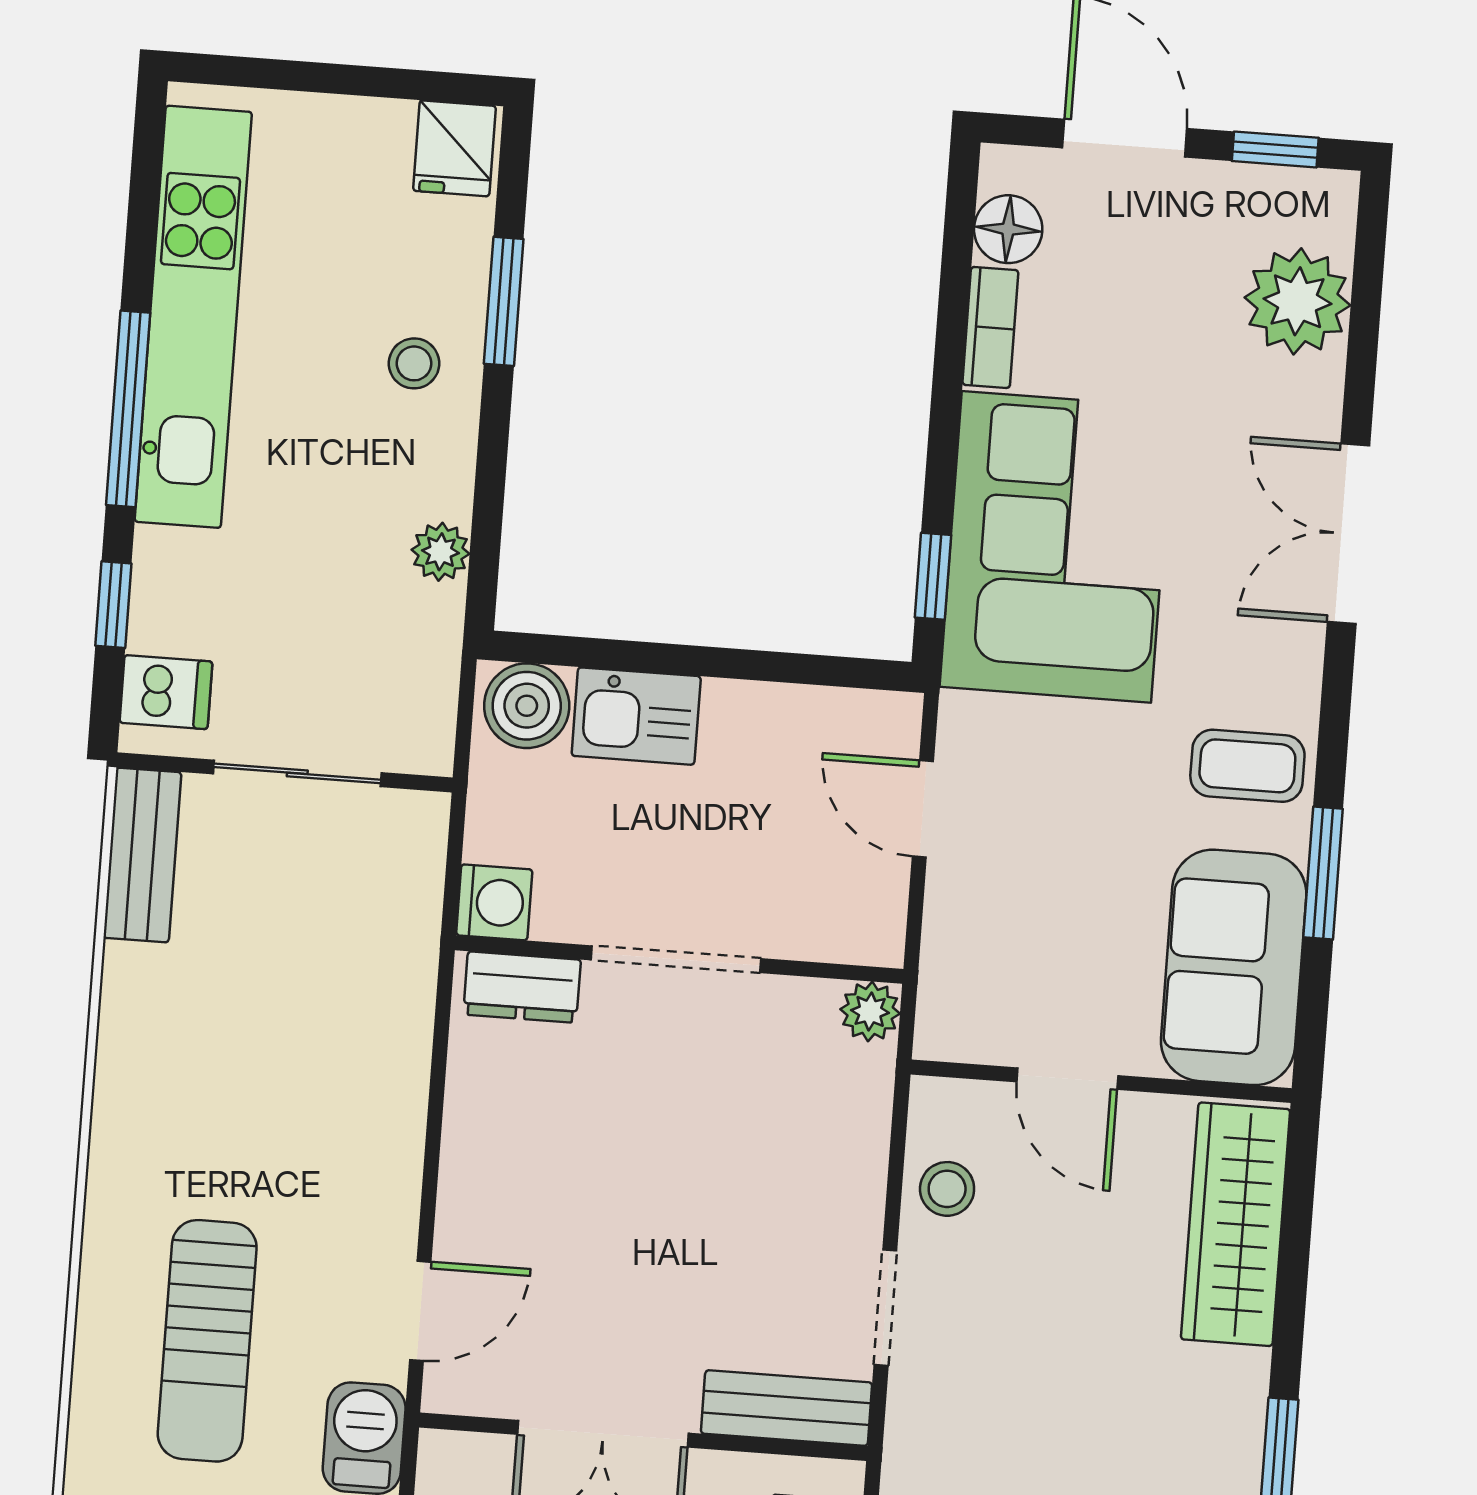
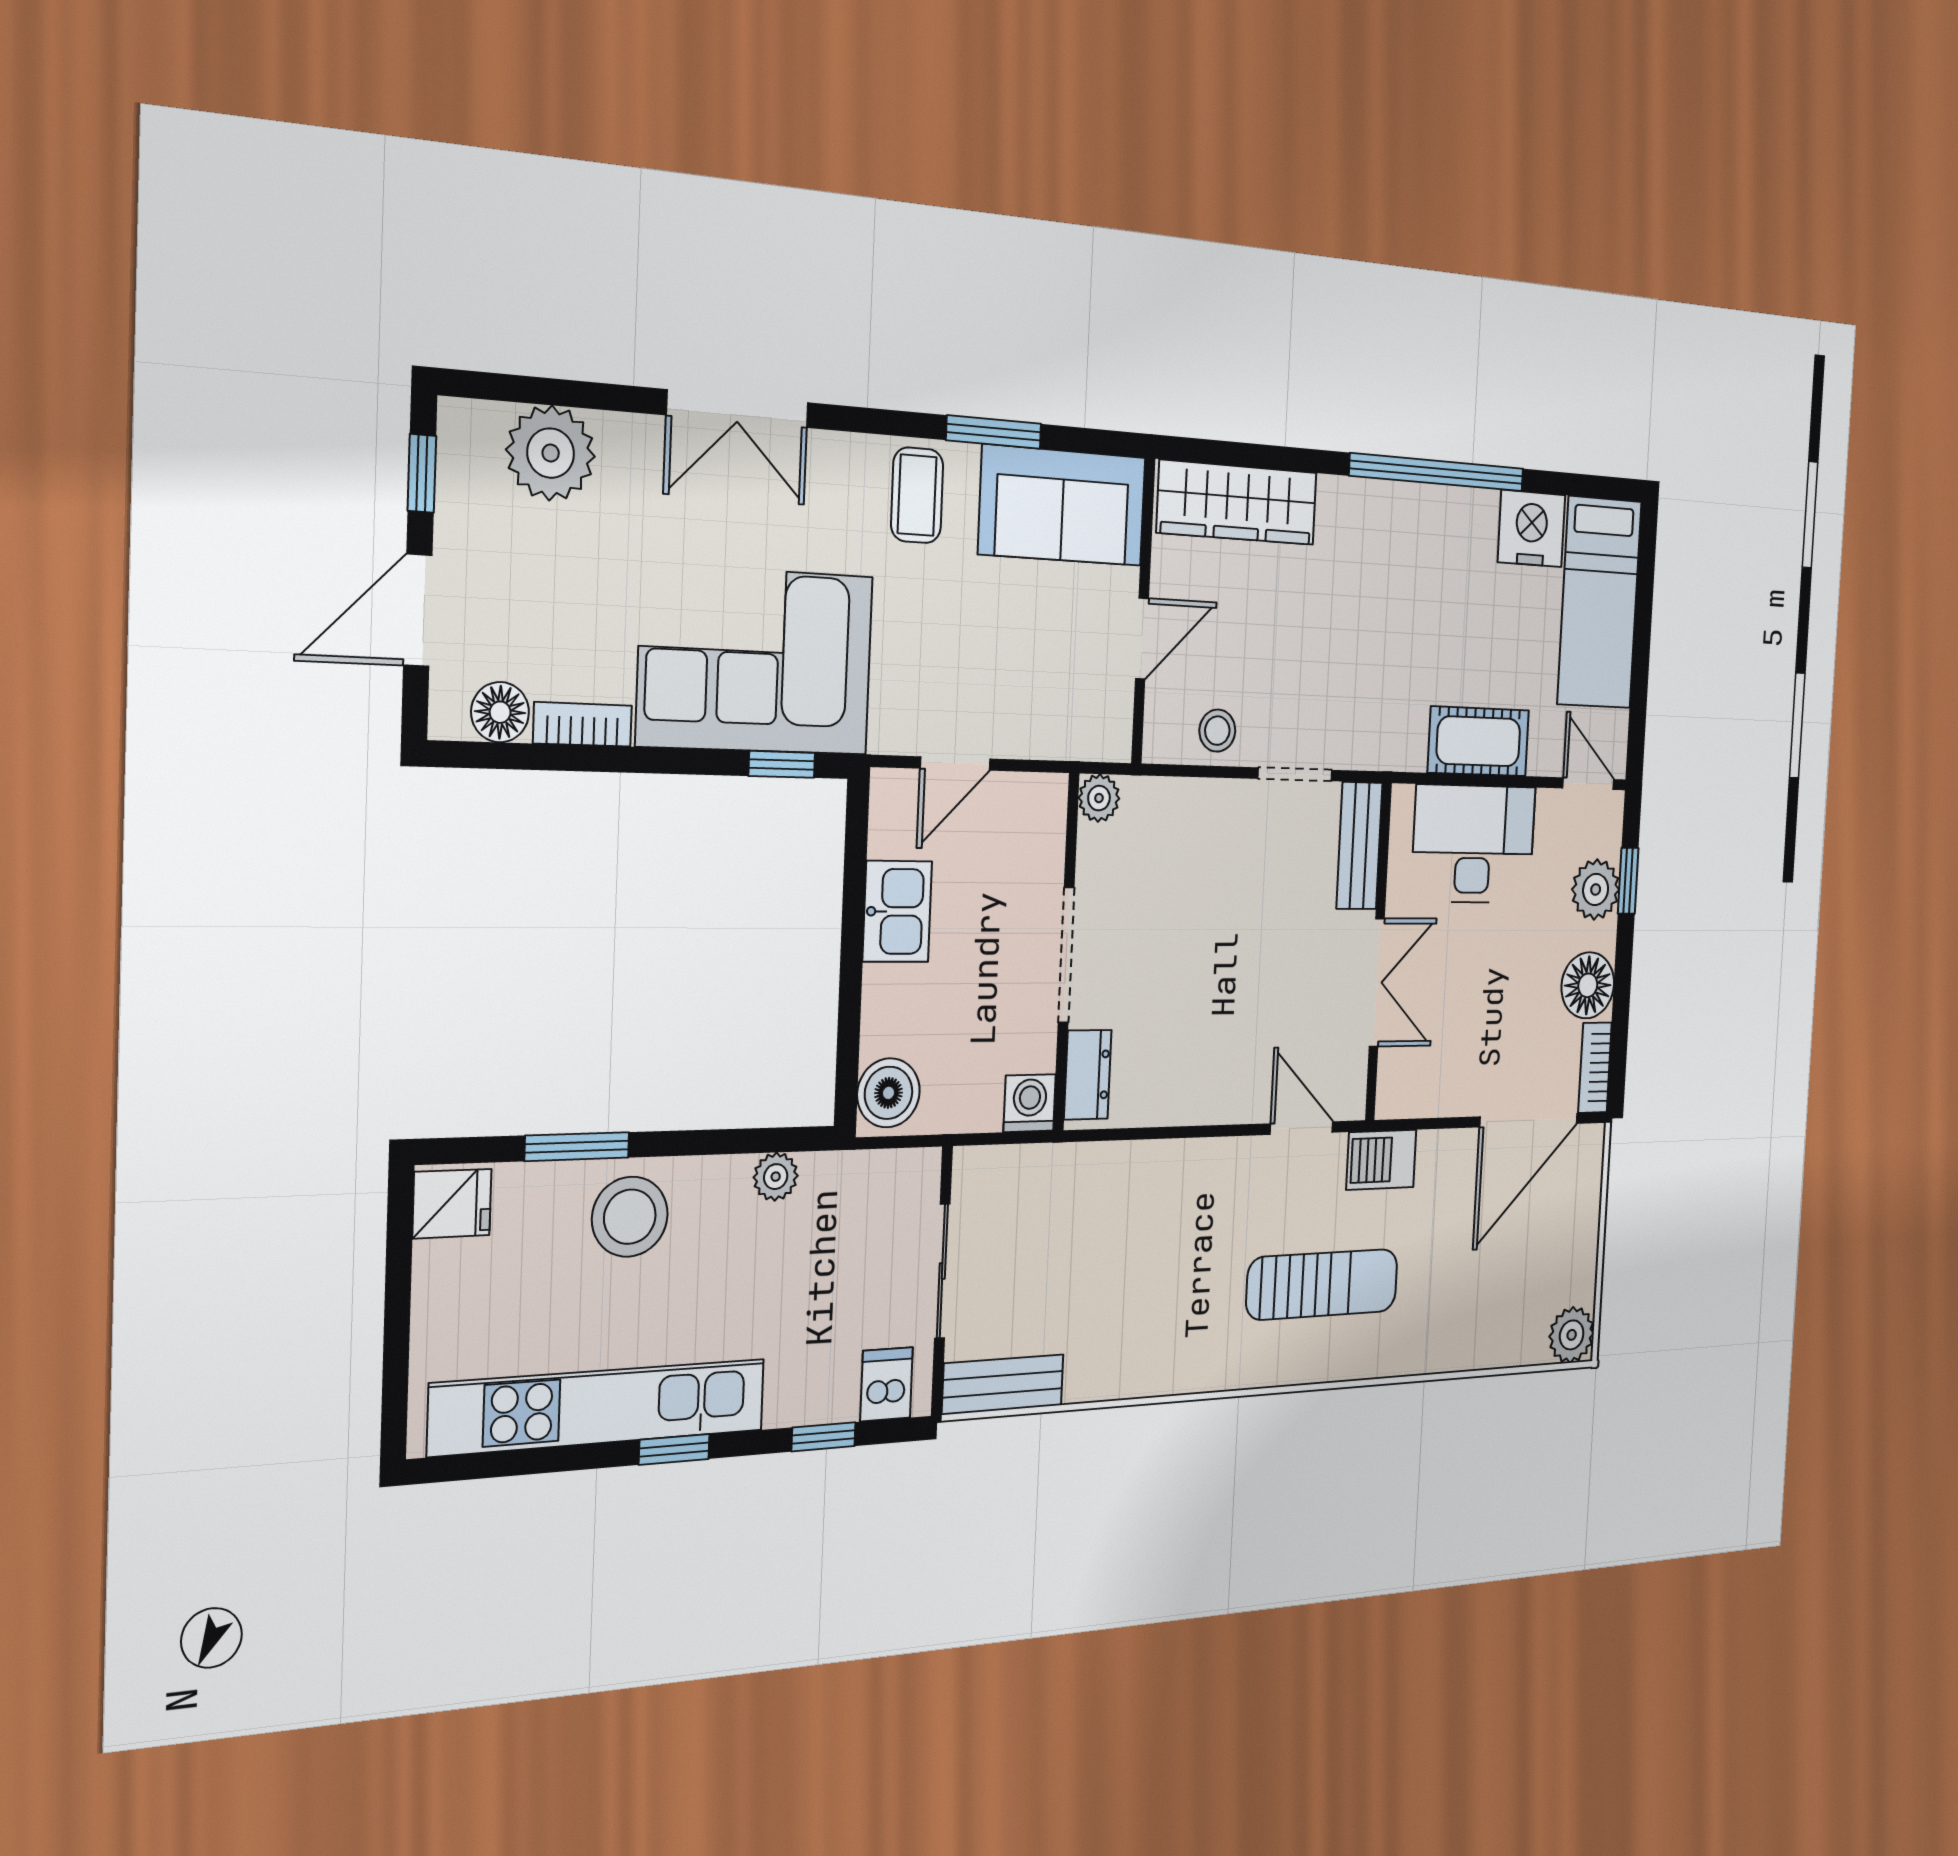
stool: (414, 363) -> (630, 1217), width x1.89, depth x1.89
window: (128, 409) -> (674, 1449), width x0.46
kitchen sink: (636, 716) -> (897, 911), moved

